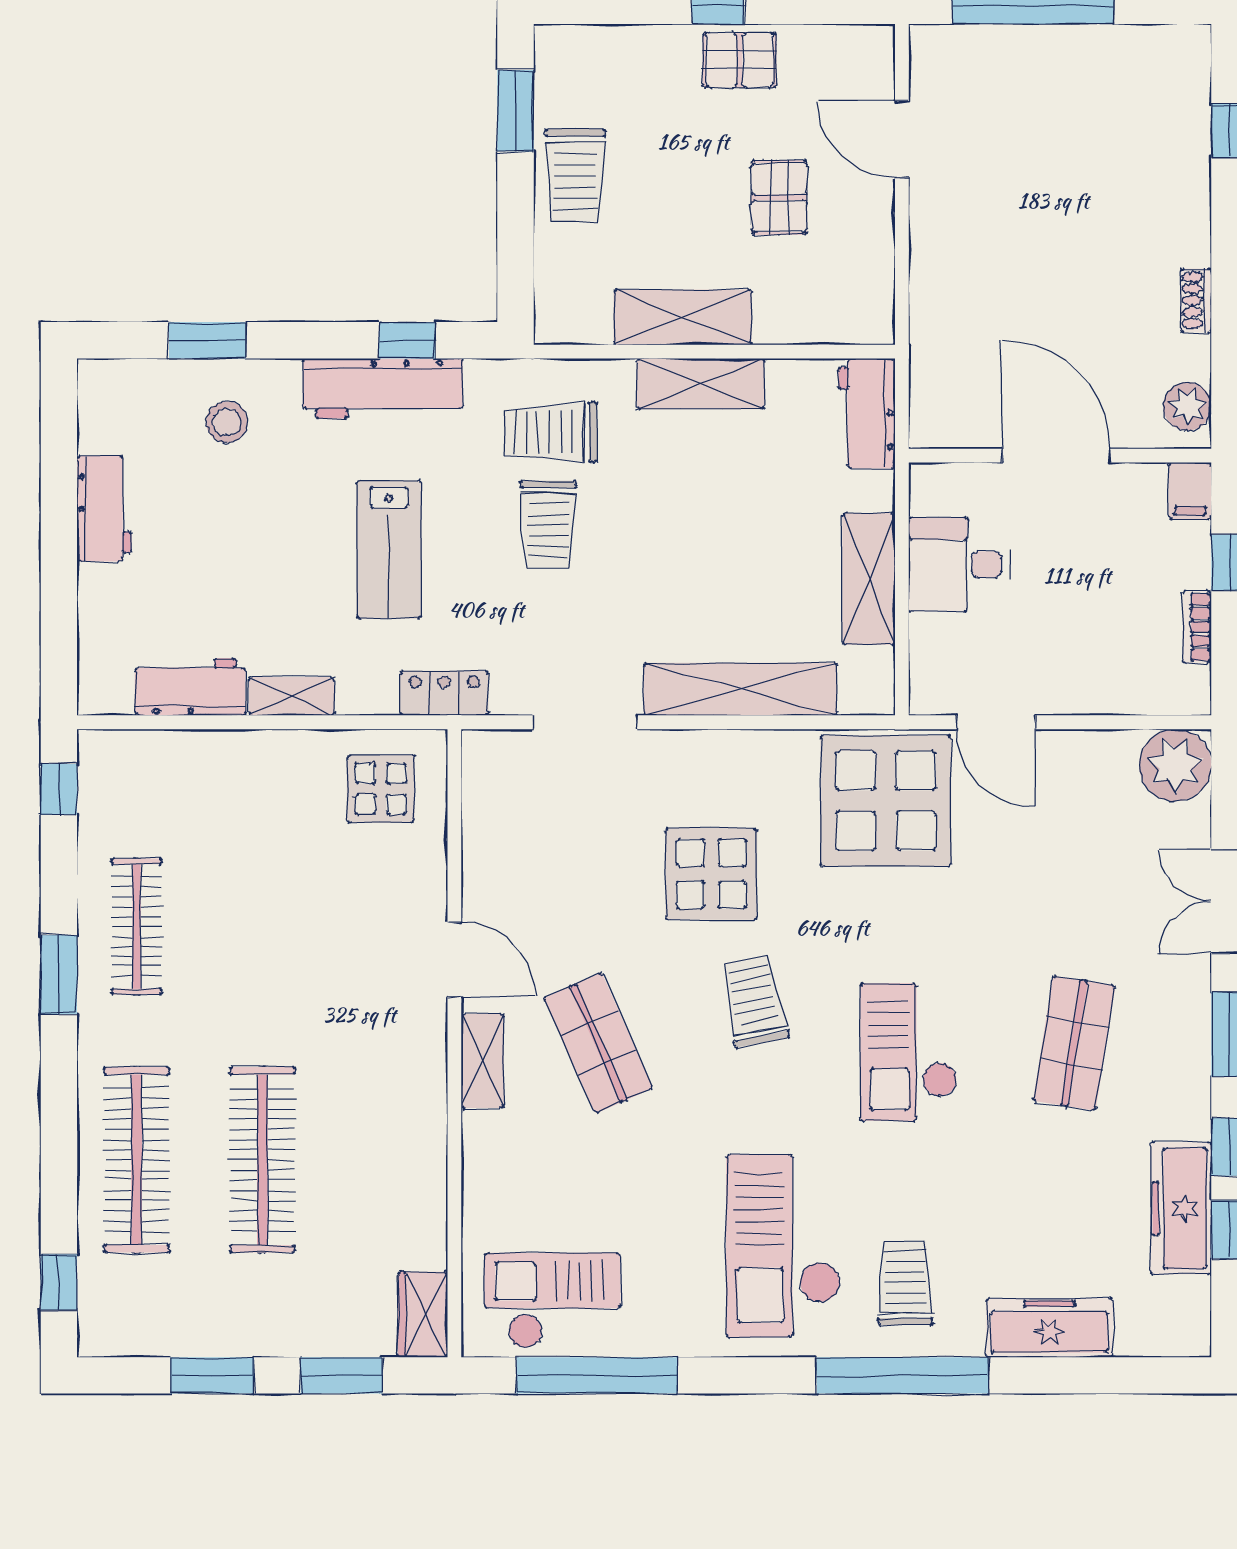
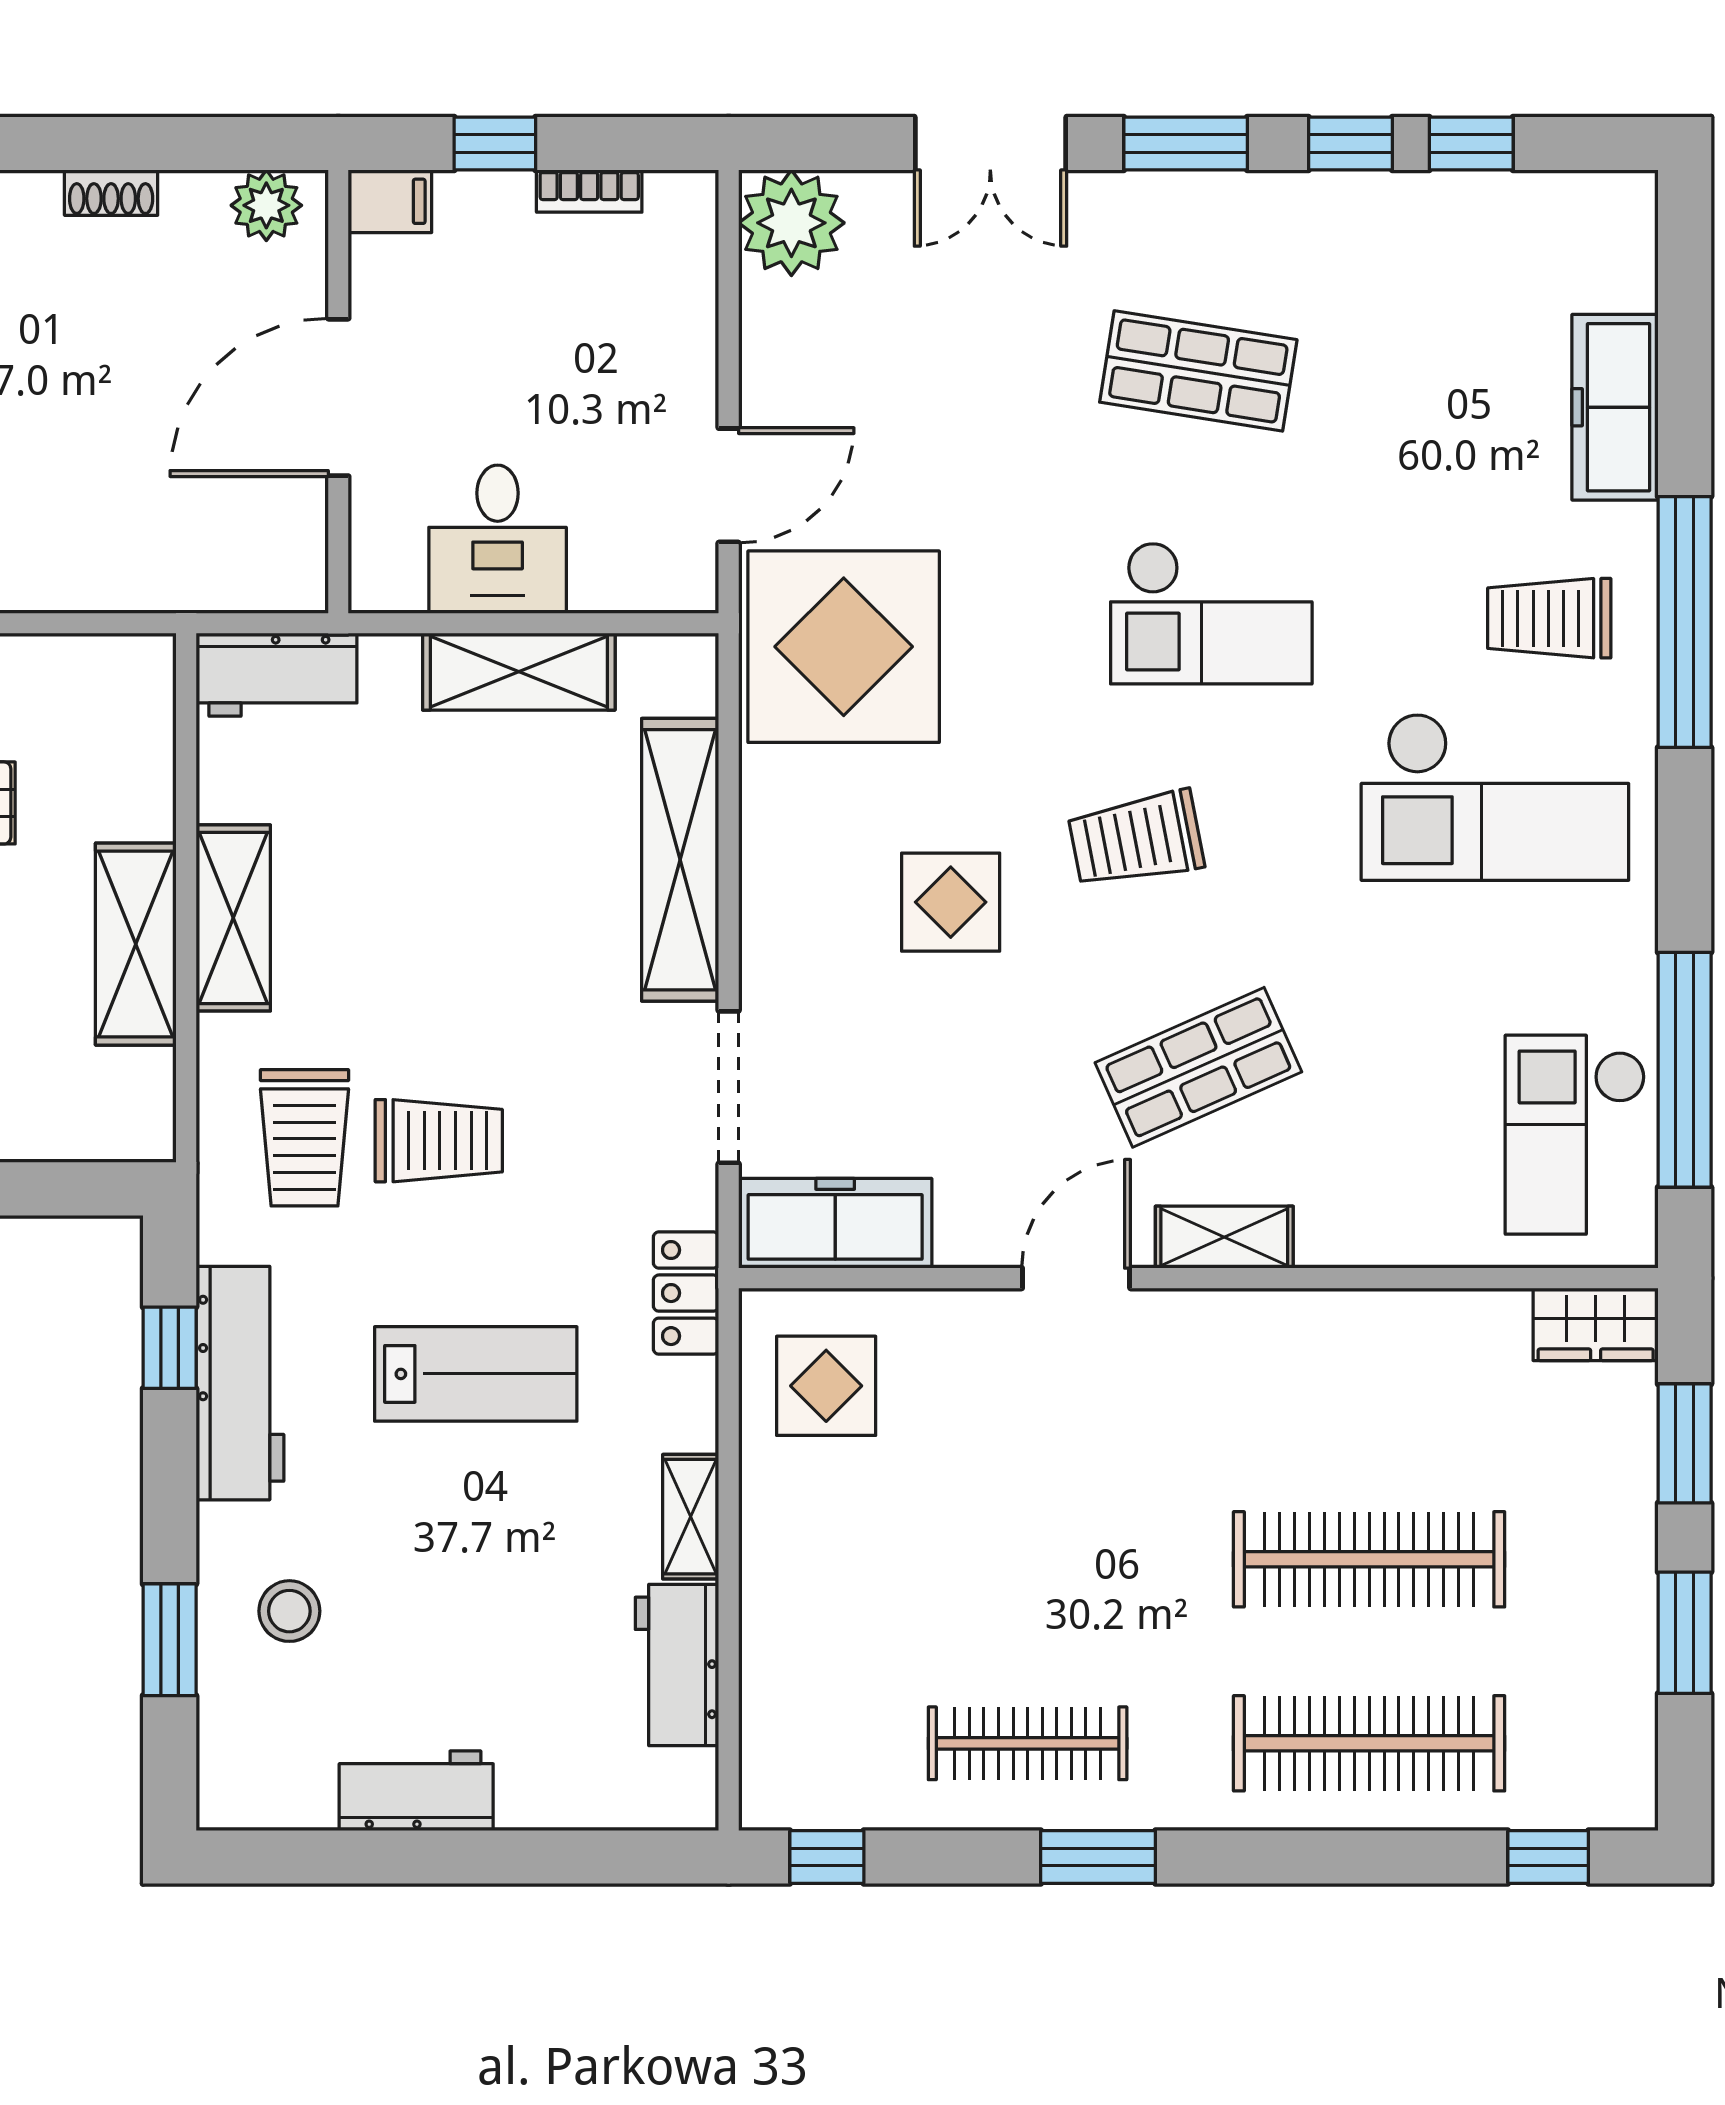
display table: (711, 874) -> (951, 902), width x0.73, depth x0.73
freezer: (1181, 1208) -> (835, 1223), moved, turned 180

